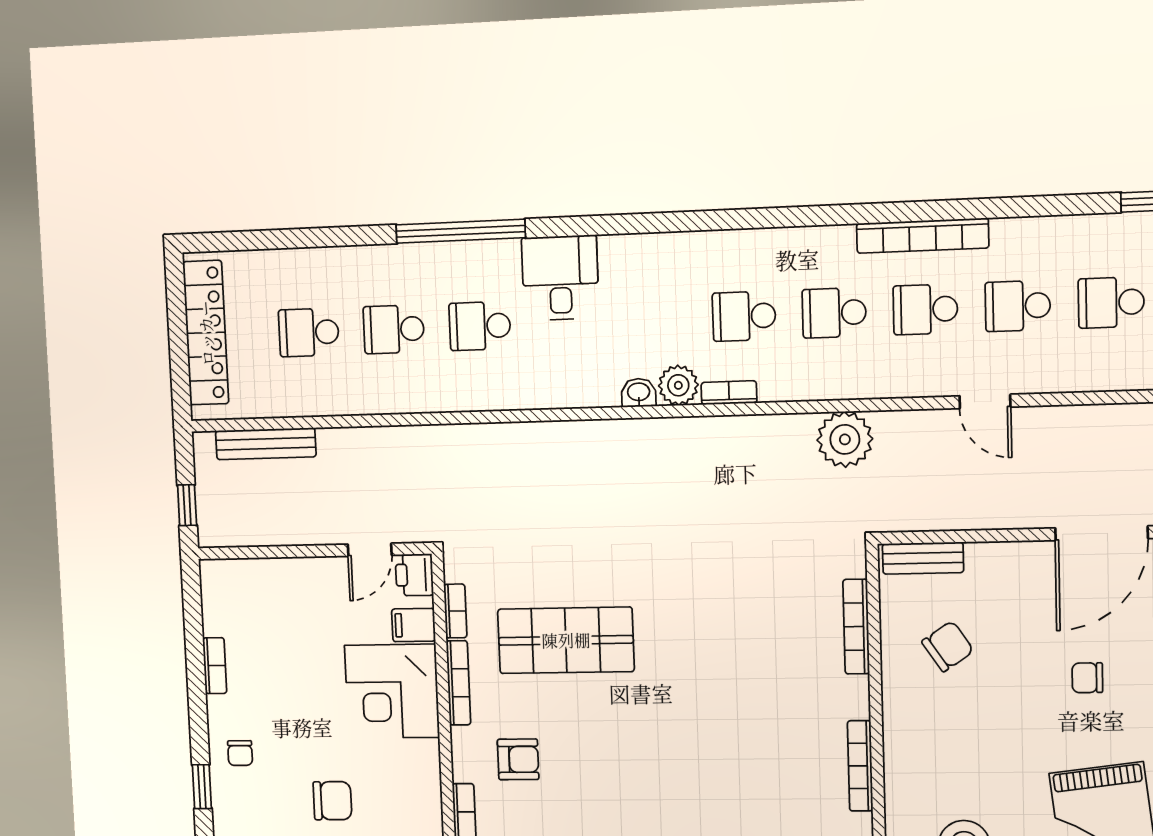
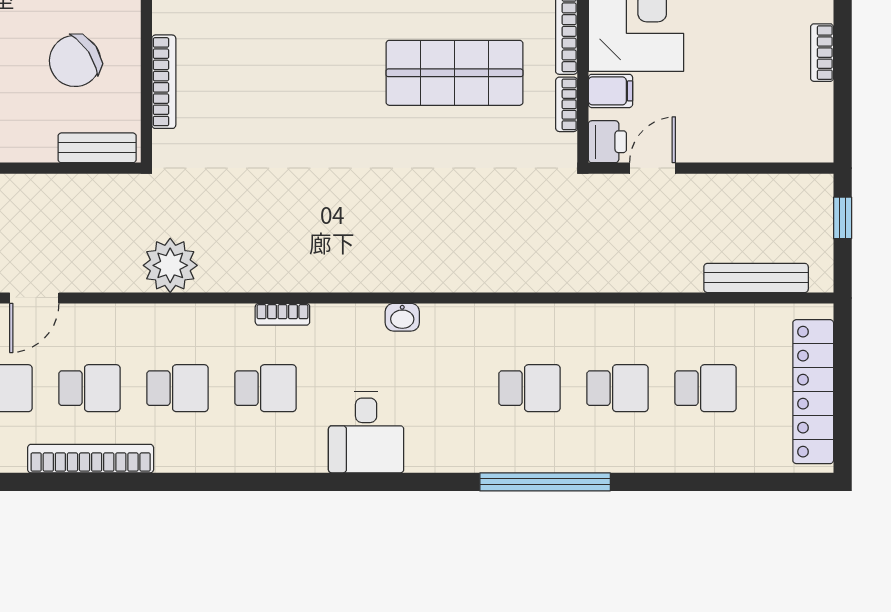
desk: (560, 278) -> (366, 432), moved
plant: (678, 385) -> (332, 323), removed
washbasin: (639, 393) -> (402, 317), moved
door: (985, 401) -> (34, 298), swing flipped
chair: (948, 646) -> (75, 61), width x1.37, depth x1.37

